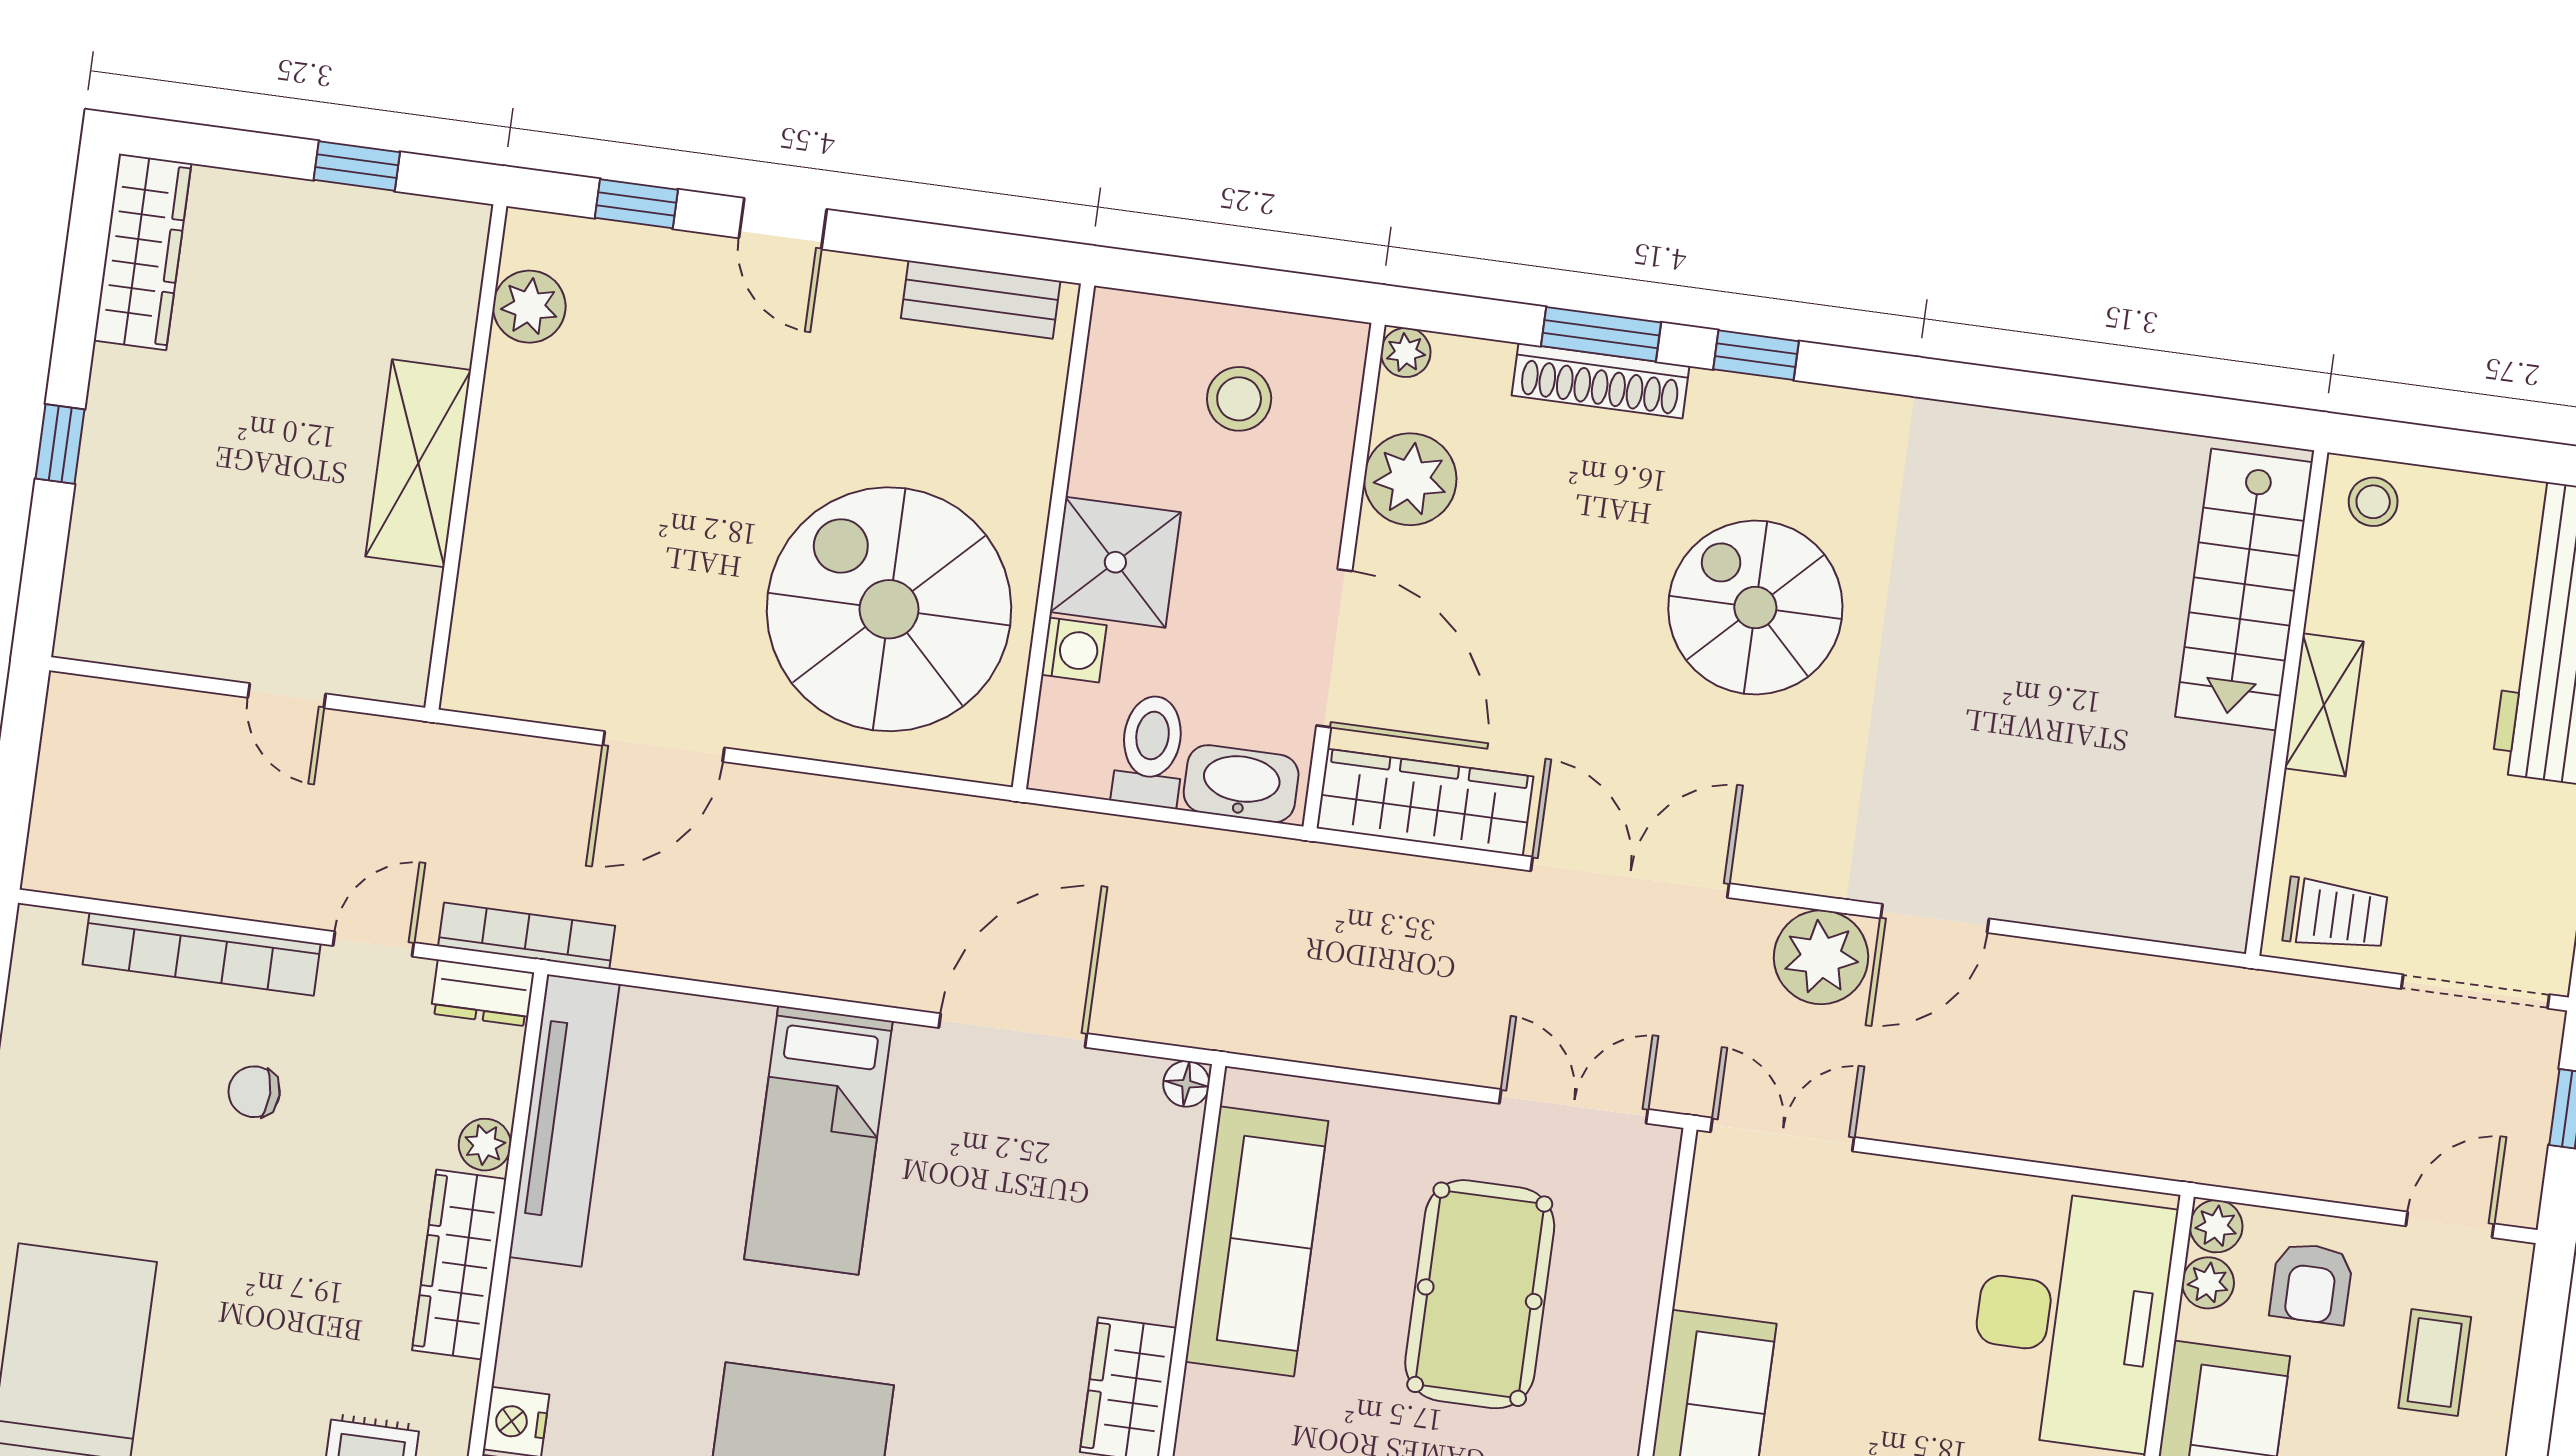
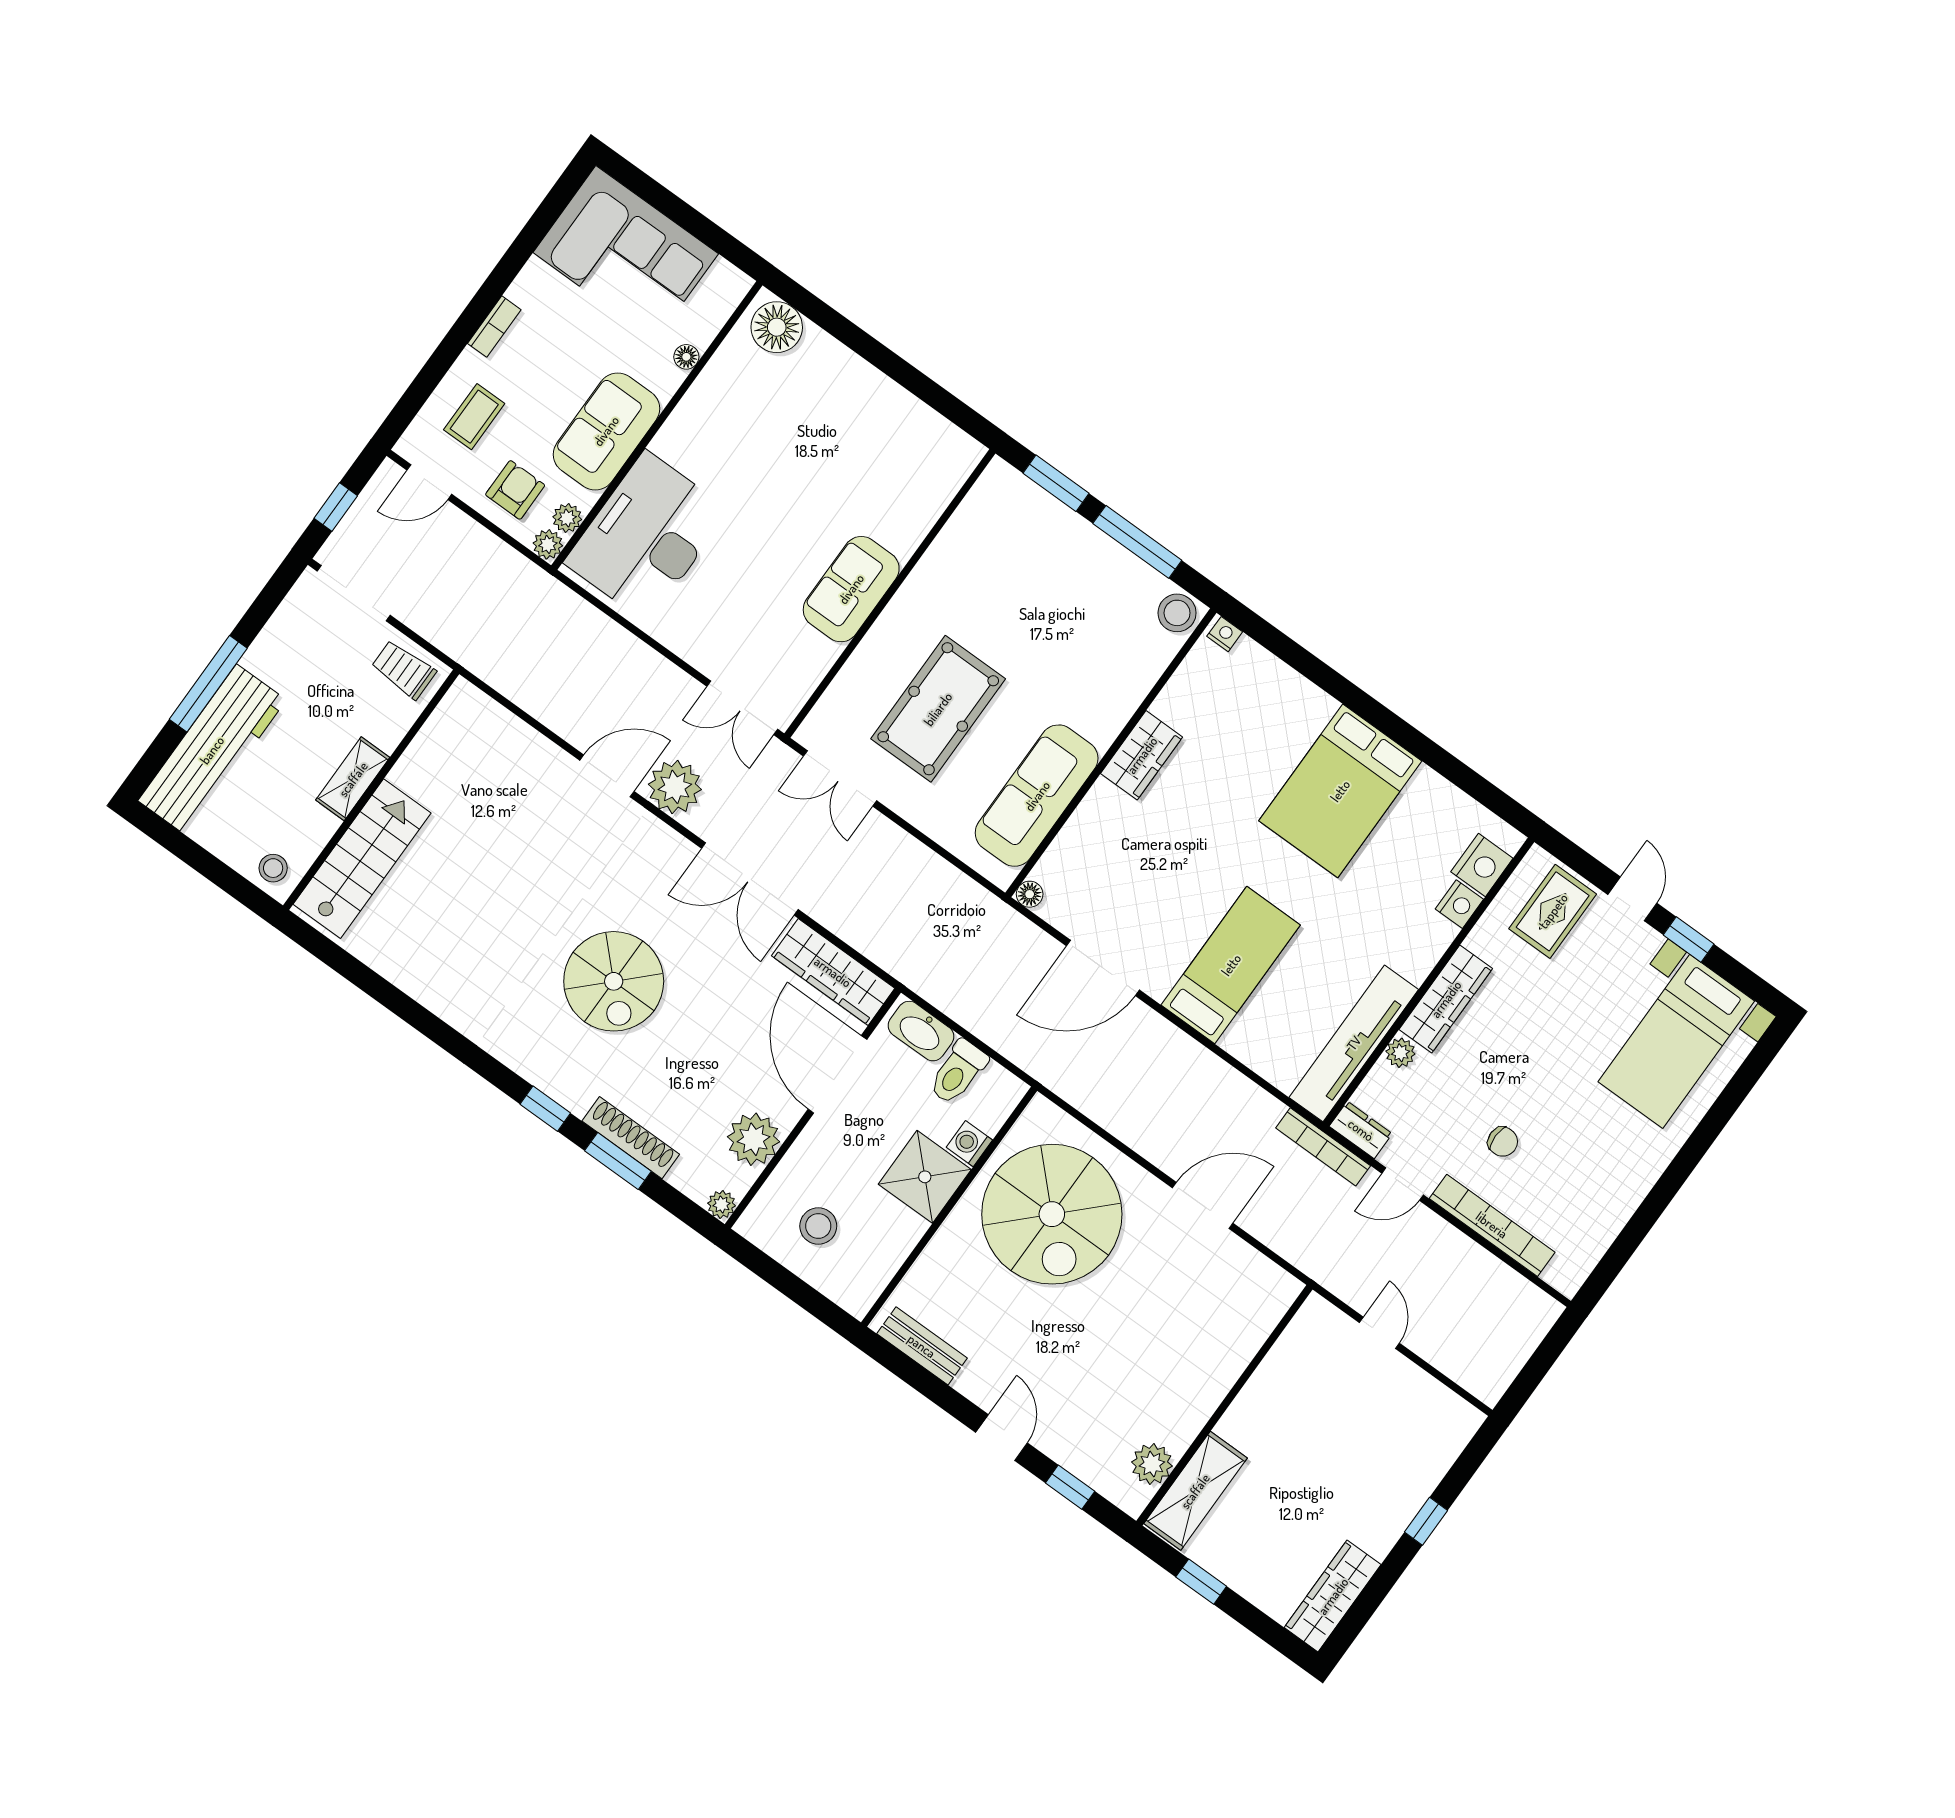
shelving: (418, 463) -> (1195, 1491), moved

